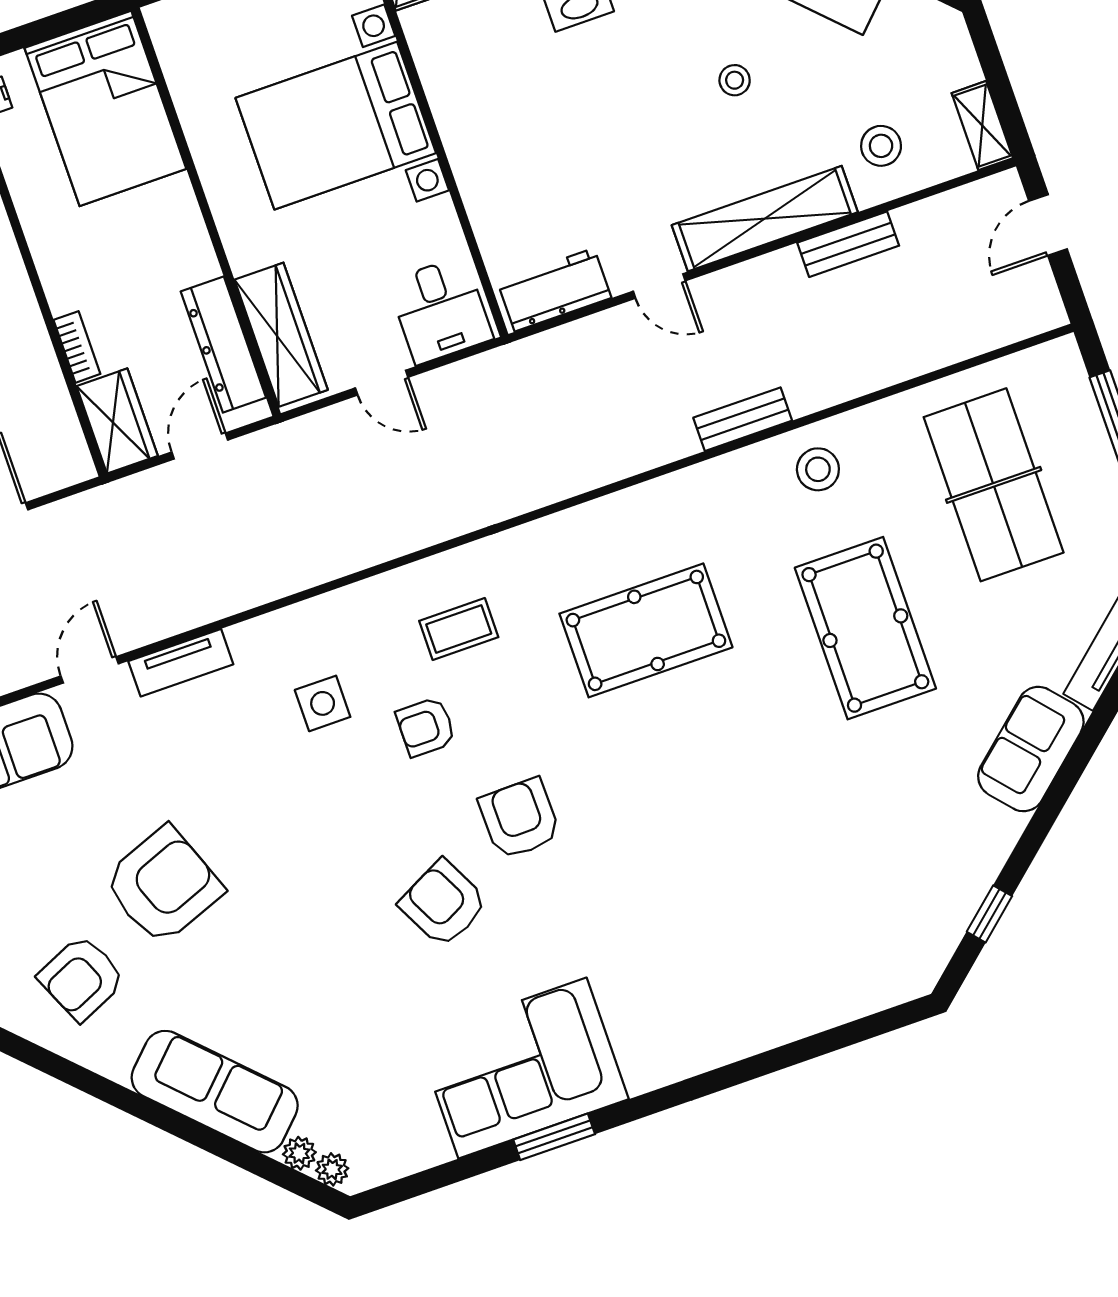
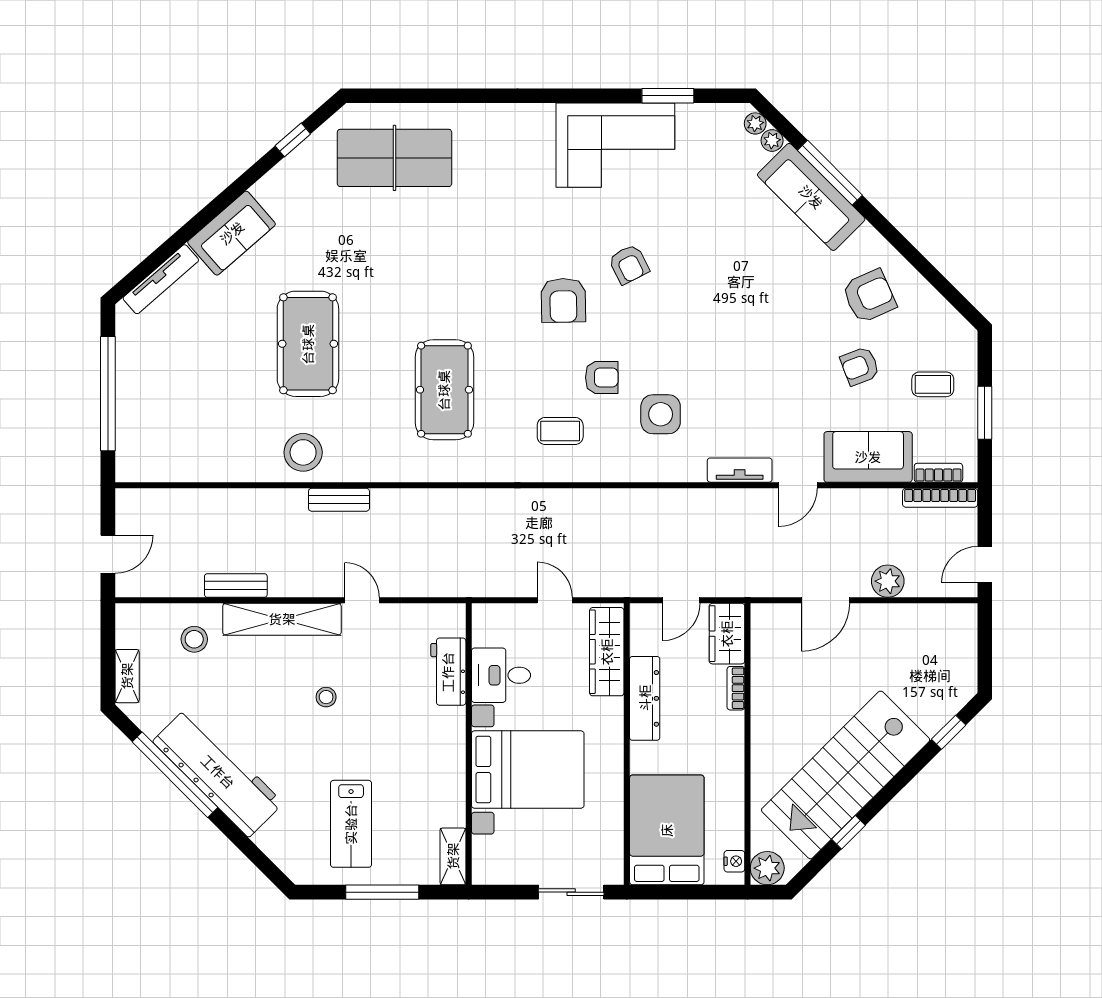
stool: (735, 80) -> (326, 697), moved
shelving: (982, 126) -> (127, 676), moved
workbench: (554, 290) -> (448, 672), moved, turned 90
desk: (440, 310) -> (501, 675), moved, turned -90
dresser: (223, 345) -> (645, 698), moved
stool: (818, 469) -> (303, 452), width x1.38, depth x1.38
table tennis table: (994, 485) -> (394, 158), moved, turned 90
pool table: (646, 630) -> (444, 390), turned 90
side table: (323, 703) -> (661, 414), width x1.37, depth x1.37
armchair: (163, 885) -> (860, 366), moved, width x0.53, depth x0.53
armchair: (443, 903) -> (629, 264), width x0.72, depth x0.72
window: (200, 1136) -> (830, 173), added
window: (554, 1137) -> (668, 96), moved

